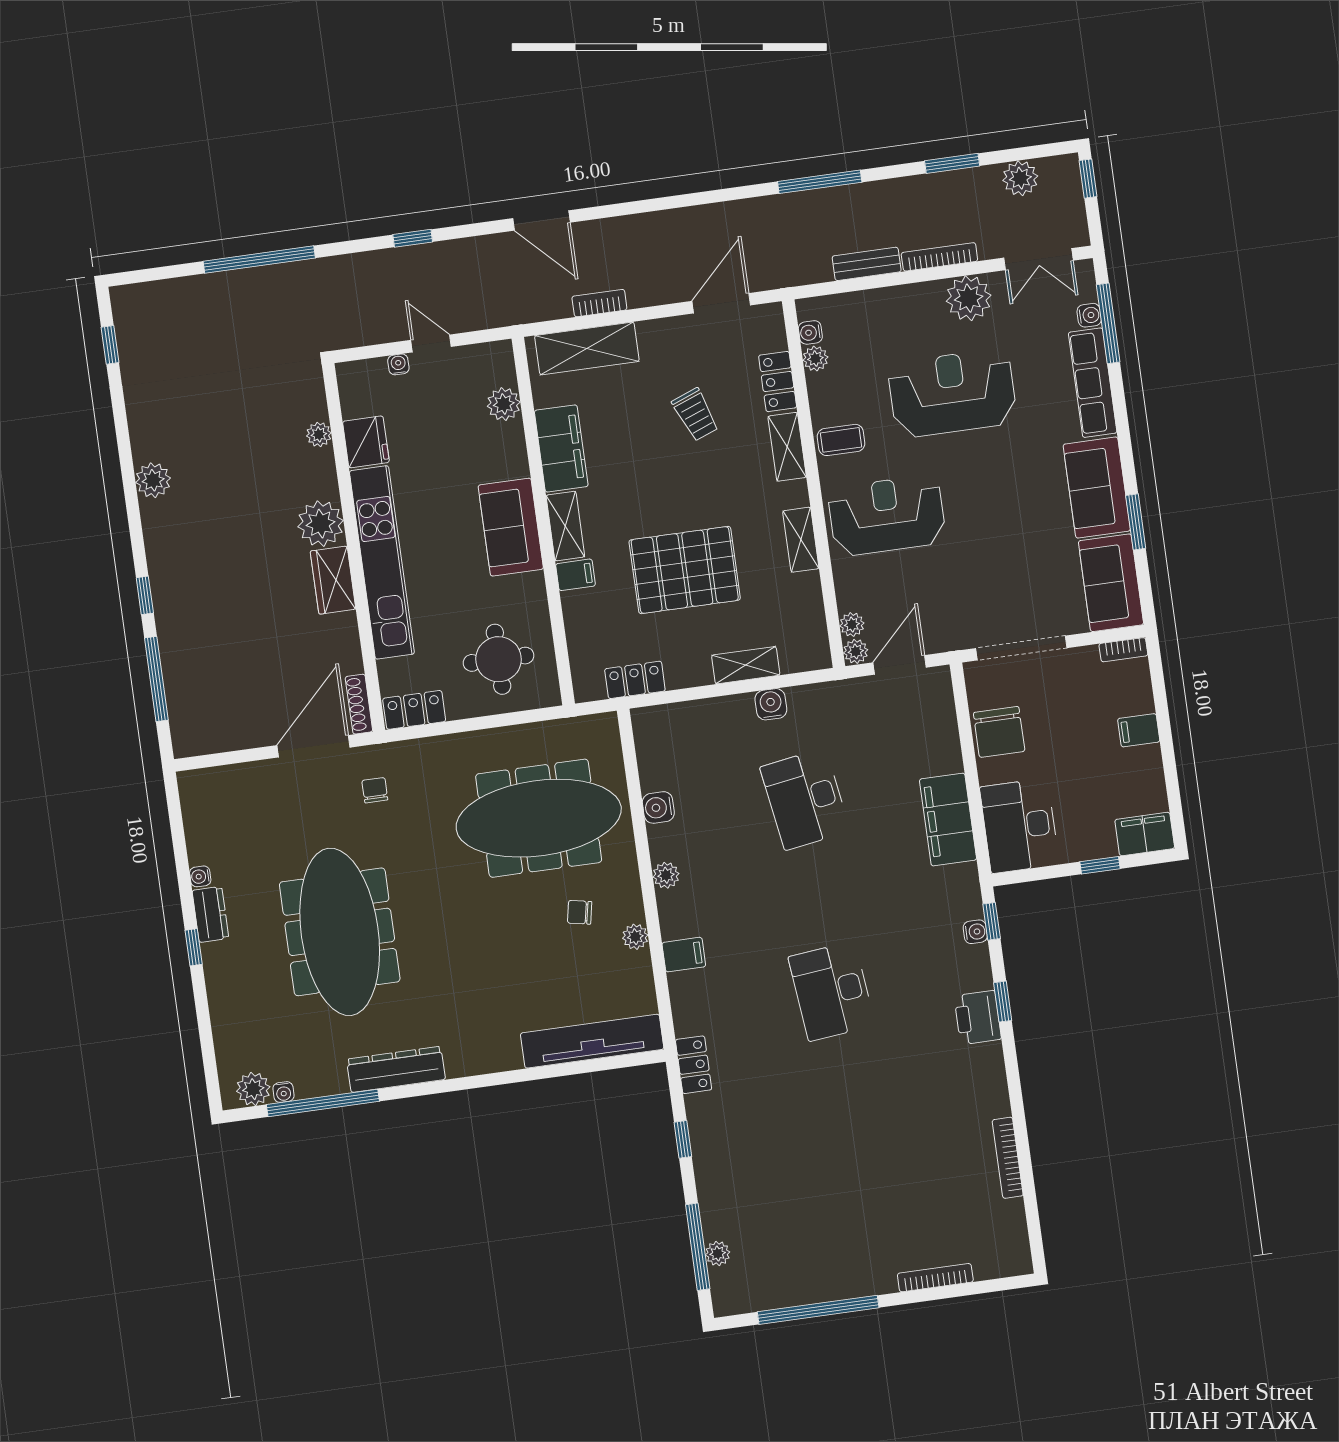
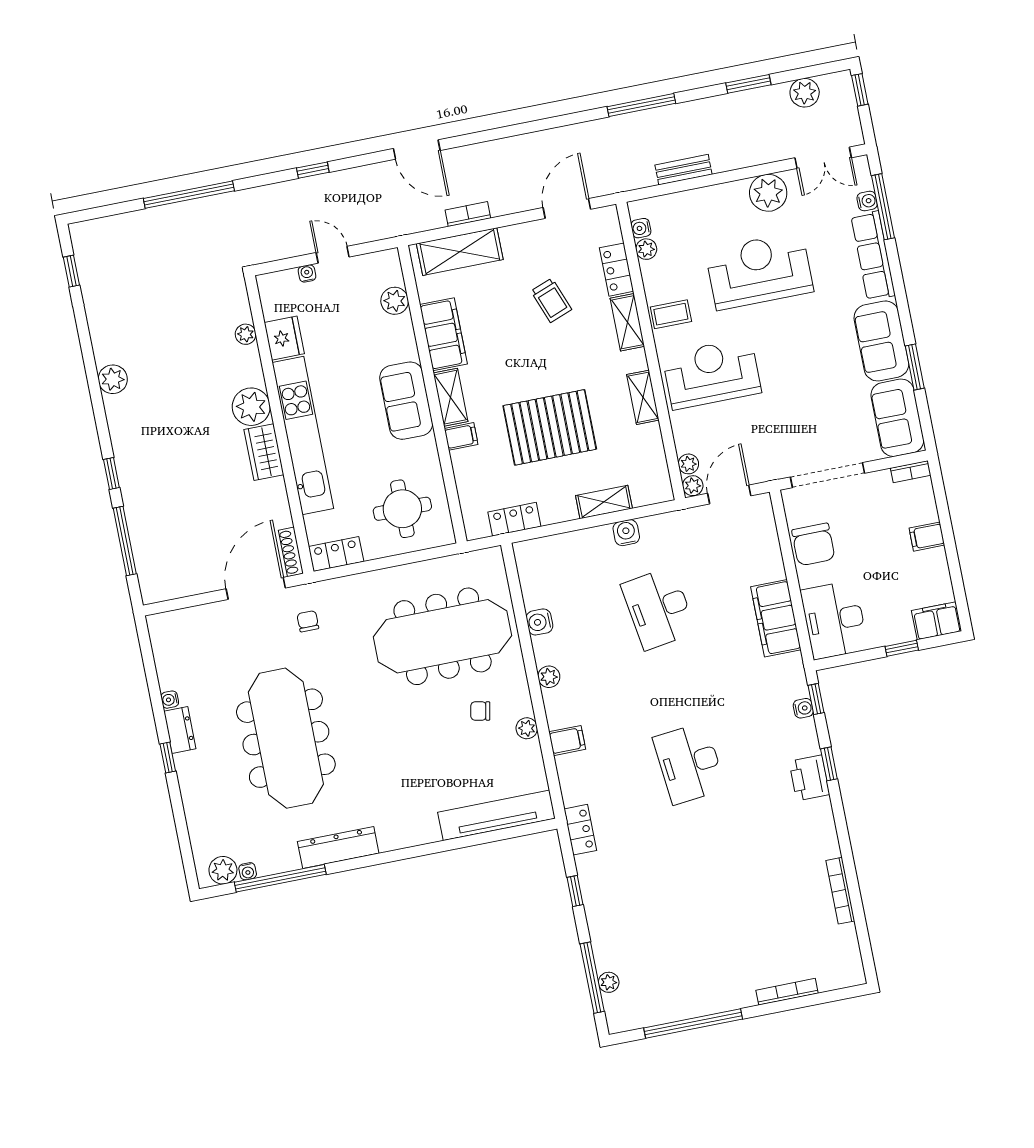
bookcase: (939, 257) -> (742, 161), removed

